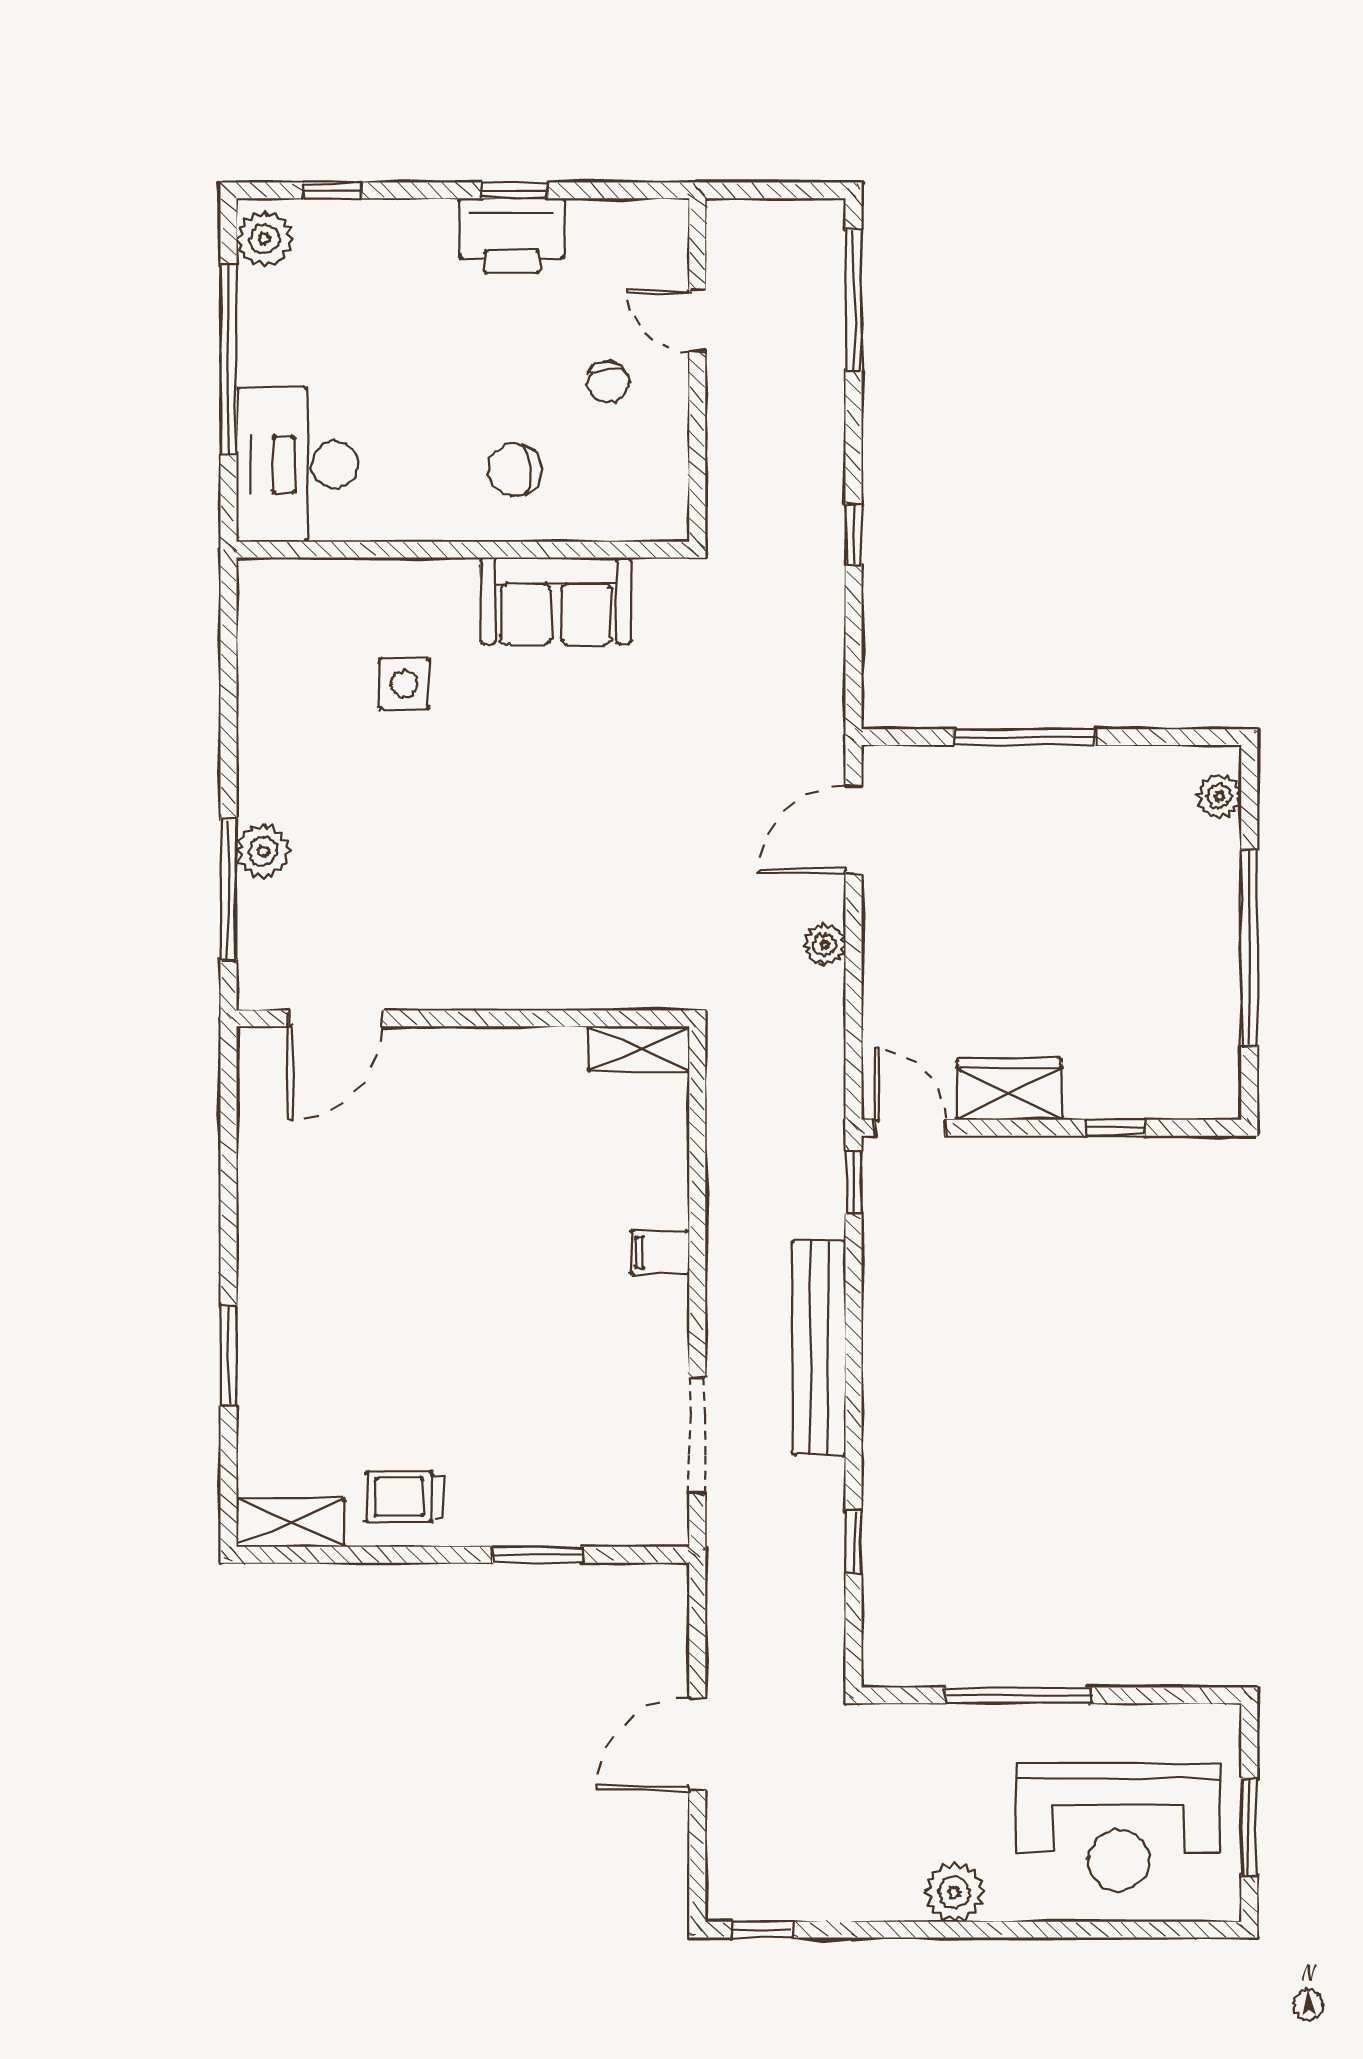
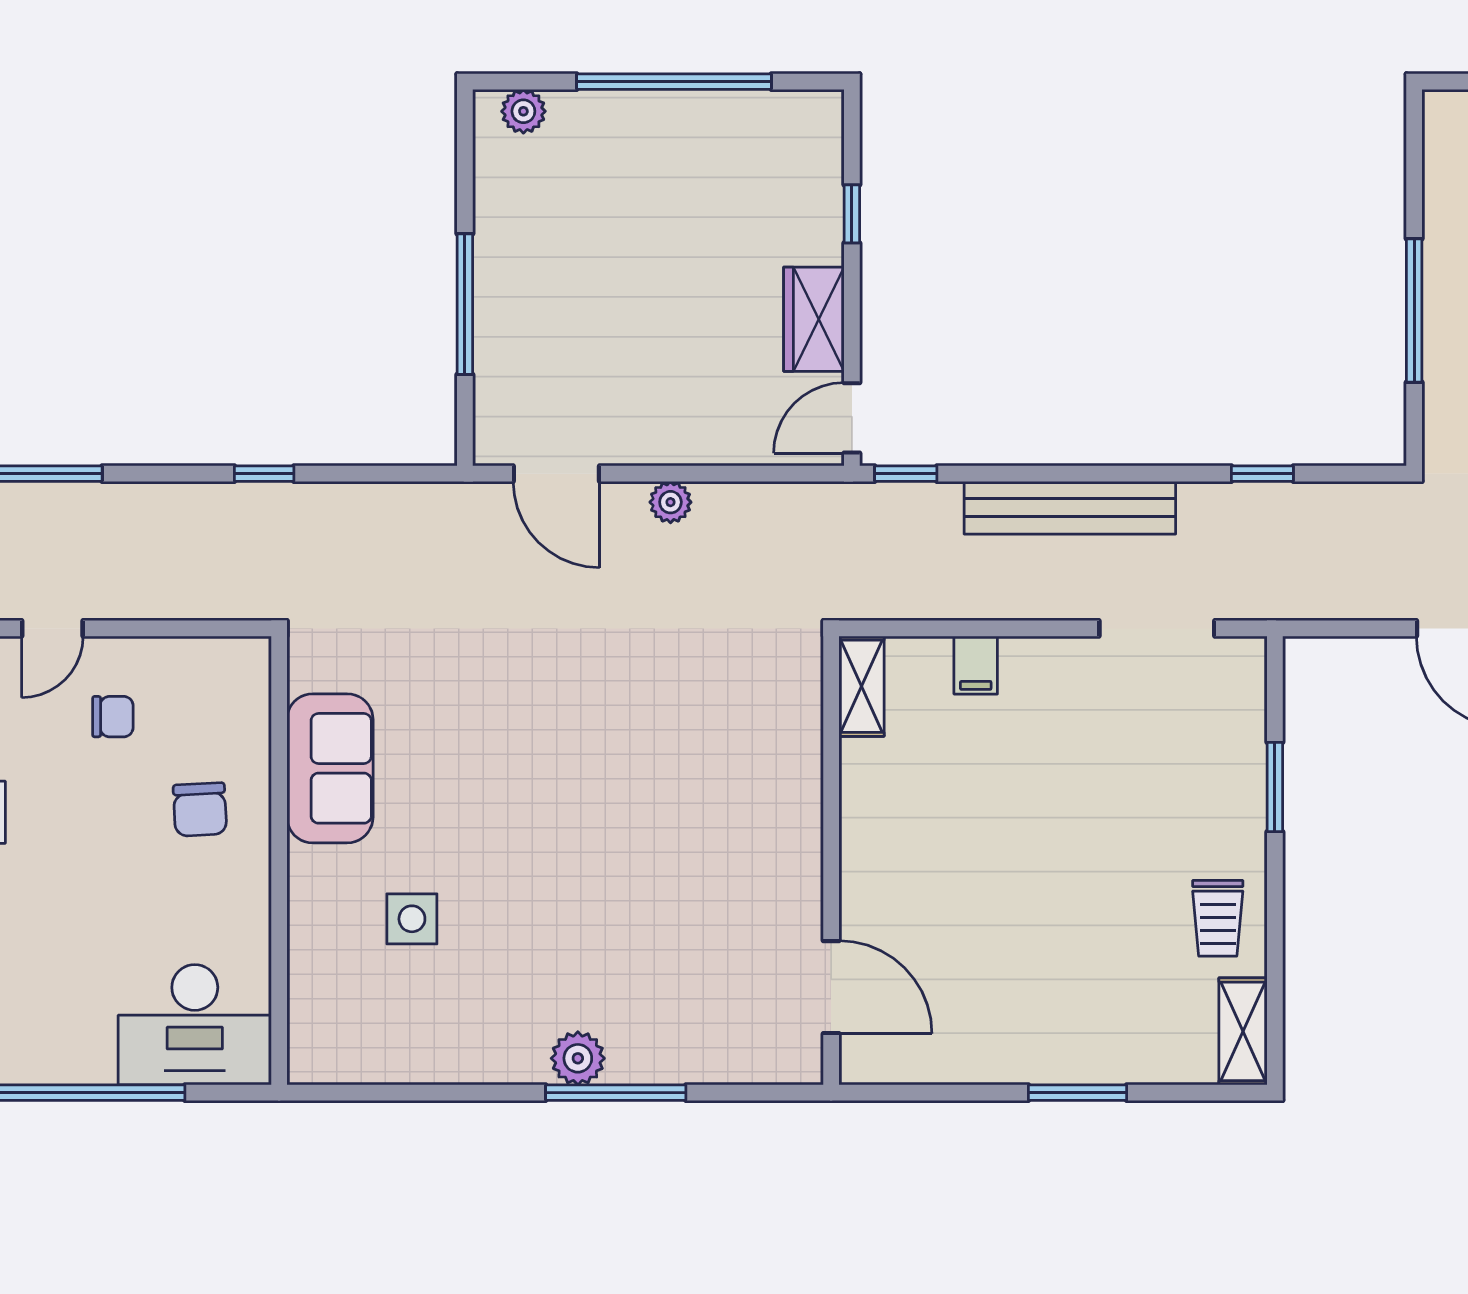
door: (335, 1018) -> (831, 987), moved
wall: (463, 1018) -> (831, 861), moved
shelving: (639, 1049) -> (861, 686), moved

